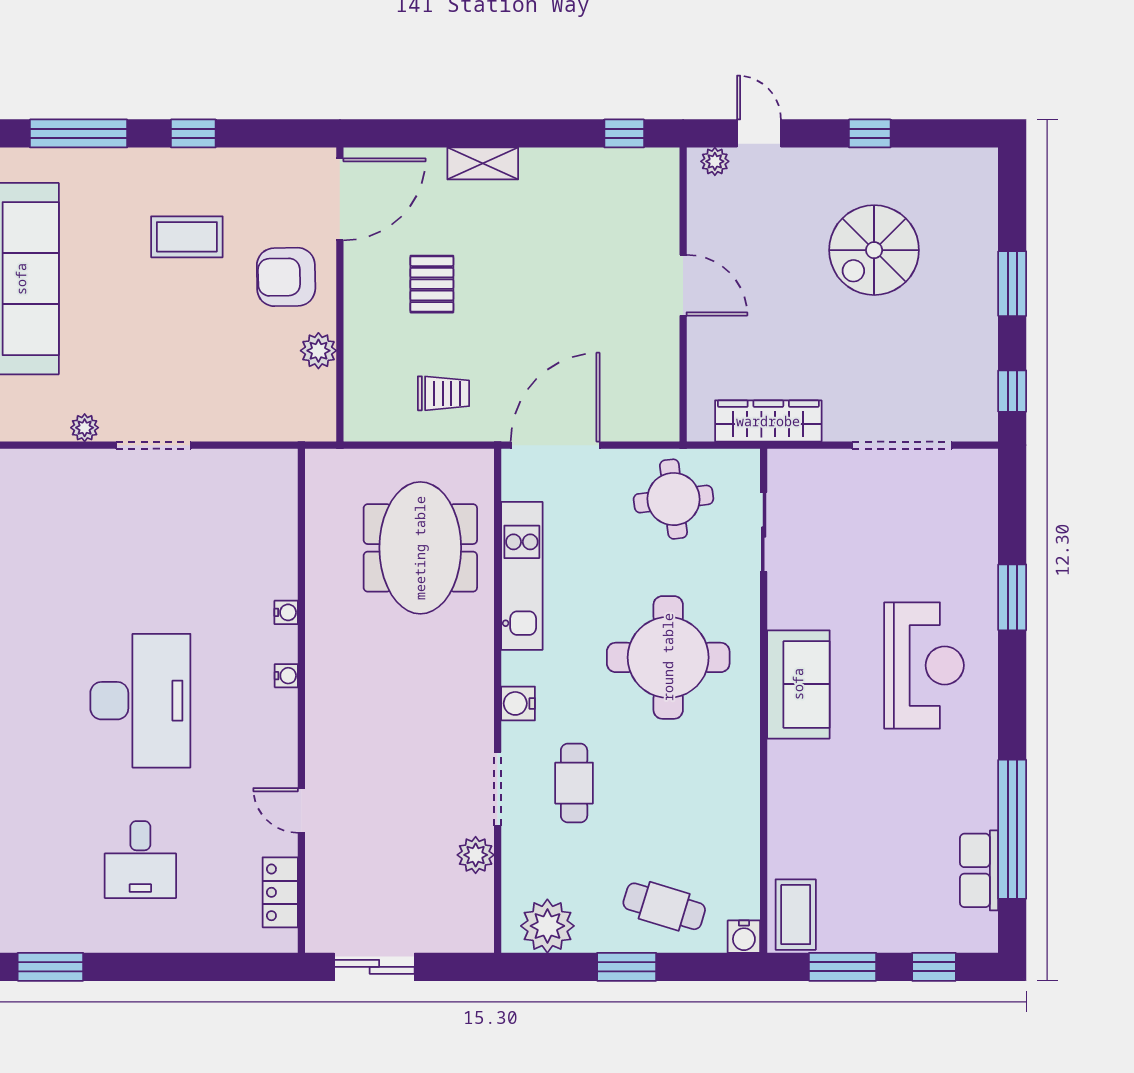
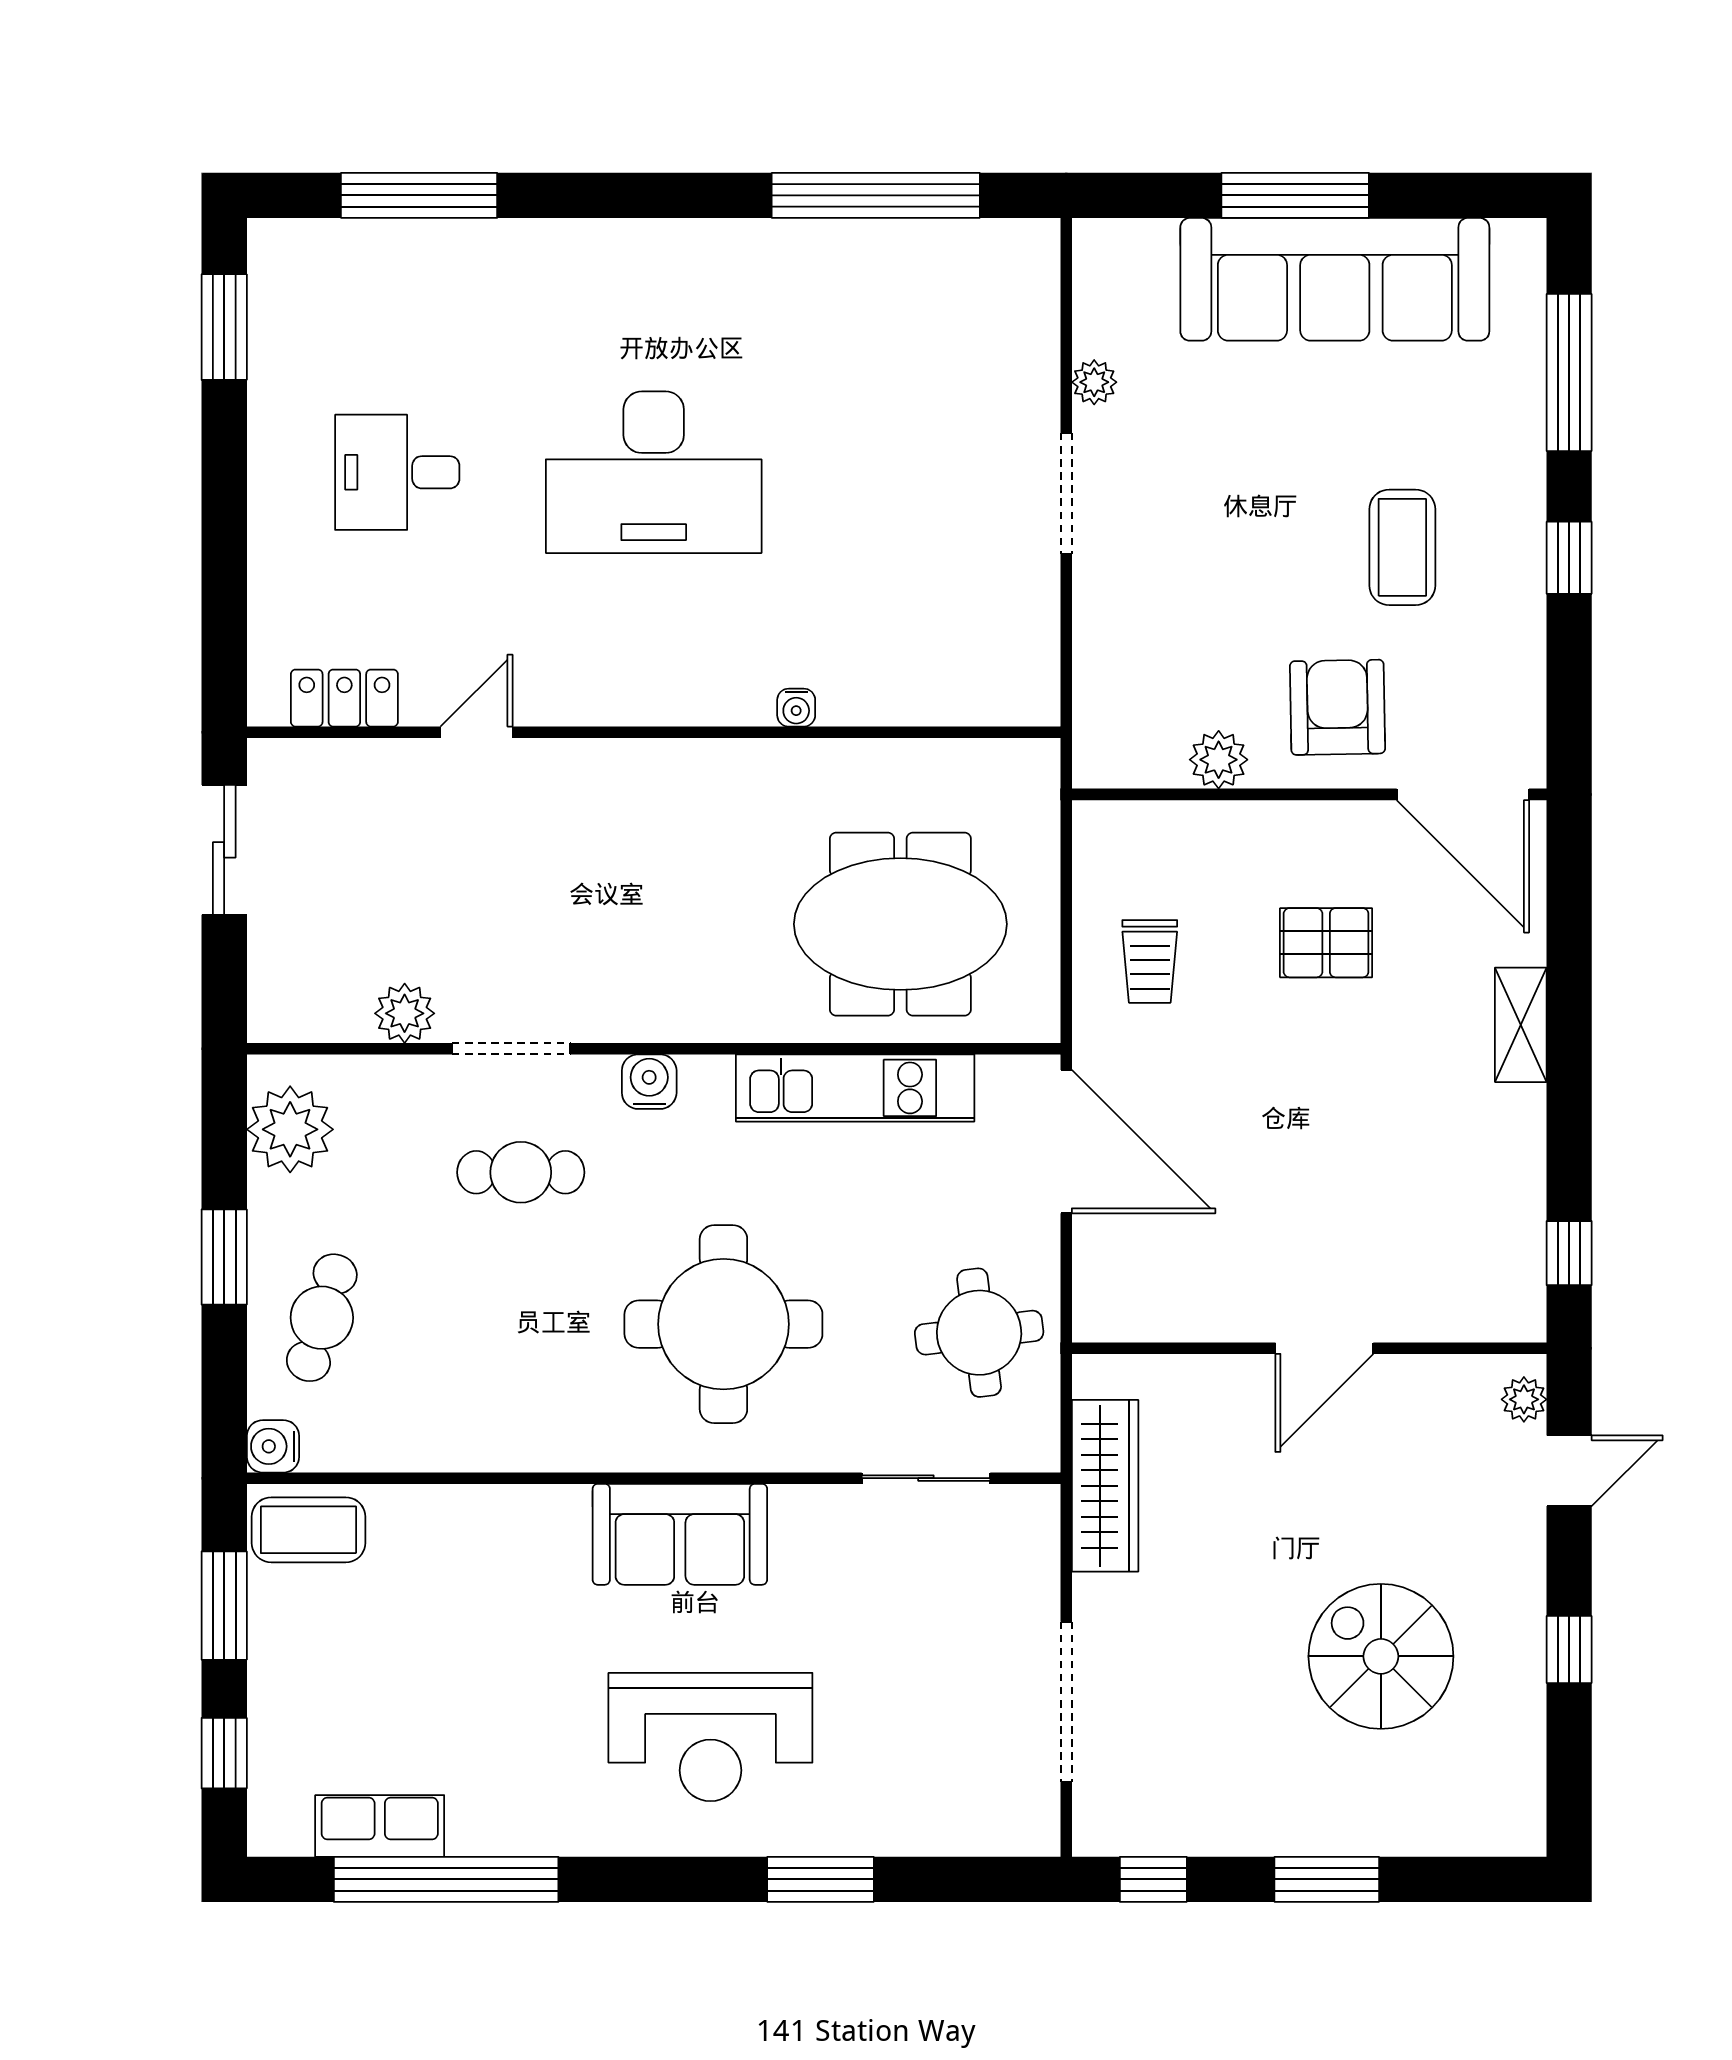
water cooler: (286, 676) -> (694, 708), removed

